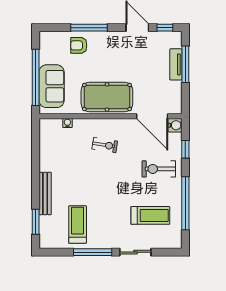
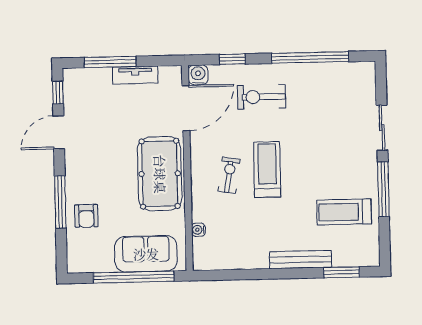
tv unit: (176, 64) -> (135, 75), moved
exercise bike: (159, 169) -> (262, 97), turned 90
treadmill: (150, 215) -> (267, 170), moved

